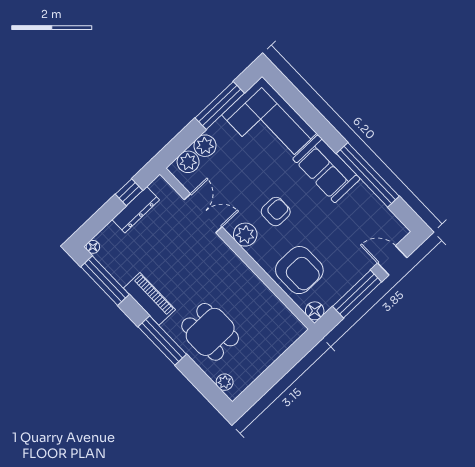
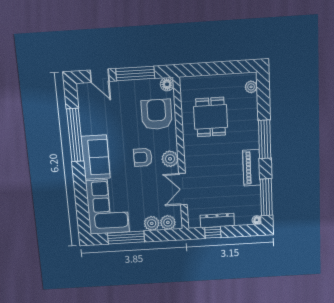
dining table: (210, 332) -> (211, 117), moved

